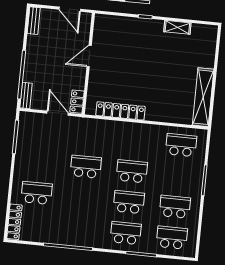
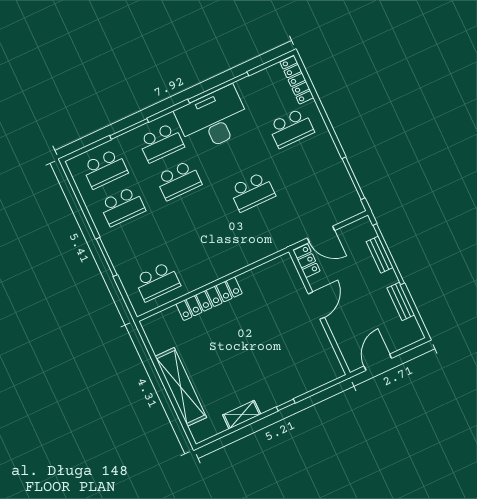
door: (70, 9) -> (378, 362), hinge flipped
bench: (34, 21) -> (401, 301), moved
door: (89, 56) -> (316, 306), moved
bench: (26, 96) -> (379, 255), moved
shelving: (203, 97) -> (181, 387), moved
locker: (120, 111) -> (209, 299), moved
school desk: (132, 171) -> (196, 218), removed
desk: (83, 228) -> (213, 119), added

